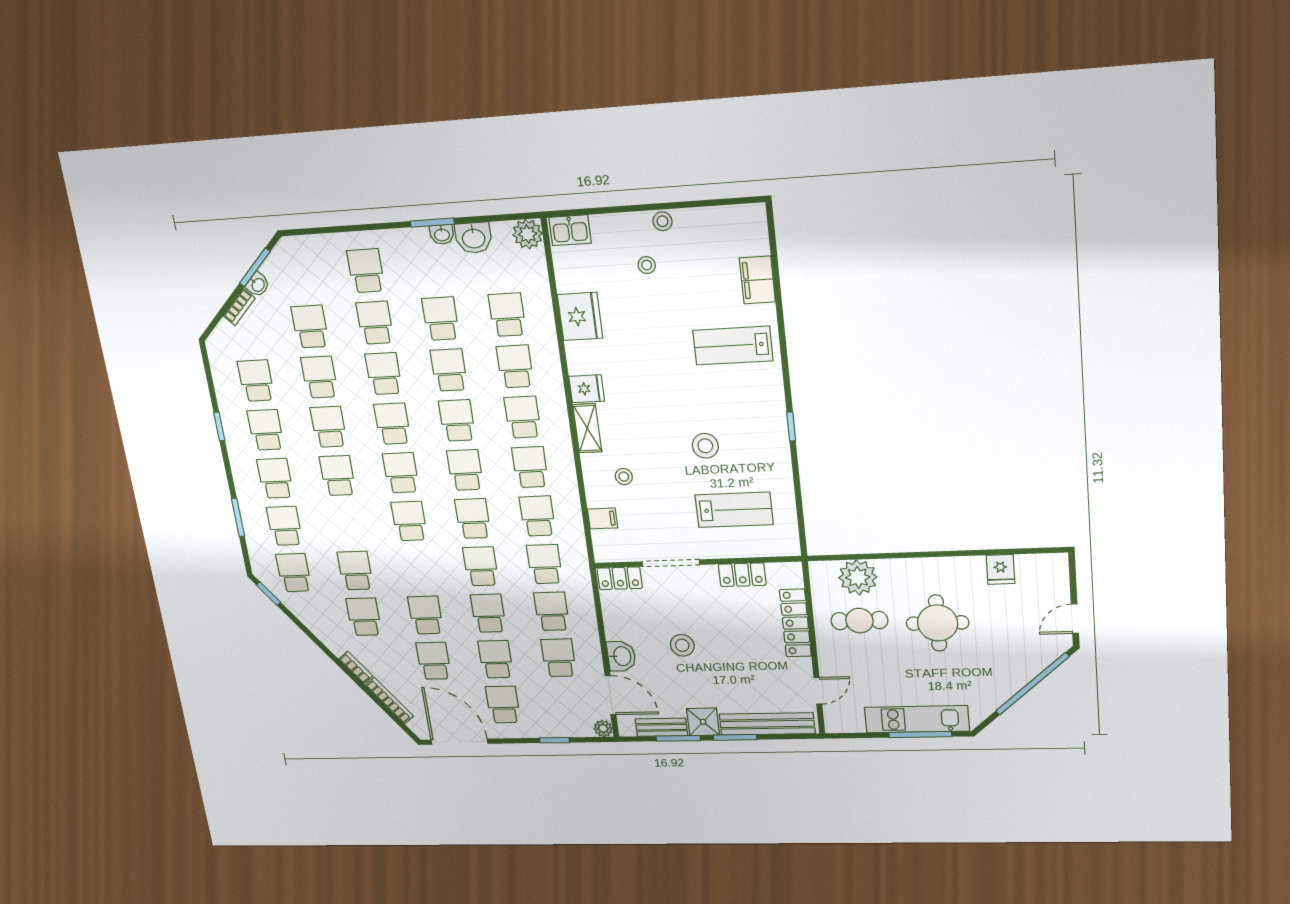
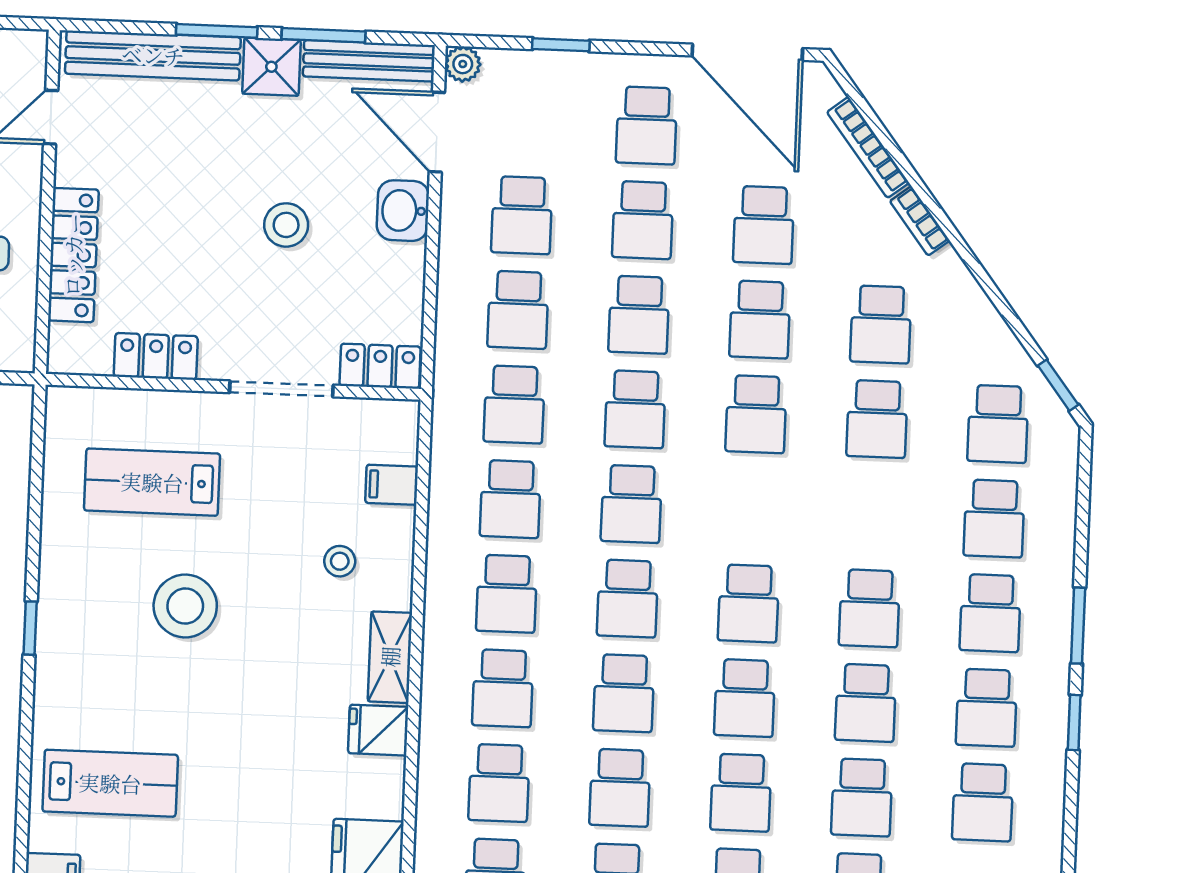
stool: (705, 446) -> (185, 606), width x1.38, depth x1.38
window: (238, 517) -> (1078, 626), moved
school desk: (409, 521) -> (756, 414), moved
bench: (661, 727) -> (369, 61), width x1.36

